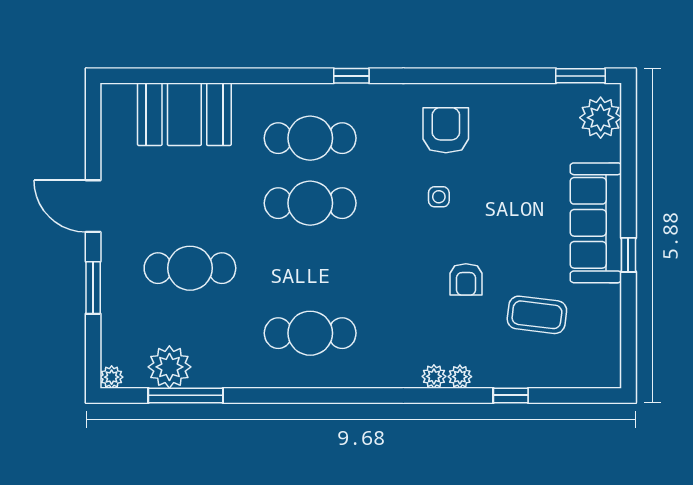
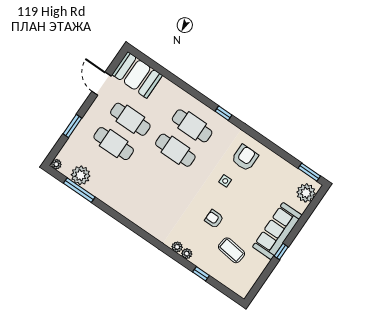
booth: (184, 114) -> (137, 75), moved
door: (93, 206) -> (101, 84), moved
armchair: (466, 279) -> (214, 219), turned 90
cafe table: (310, 333) -> (130, 119), moved

